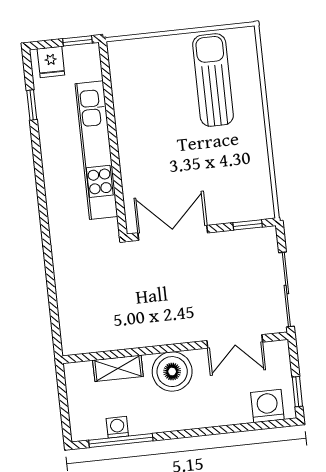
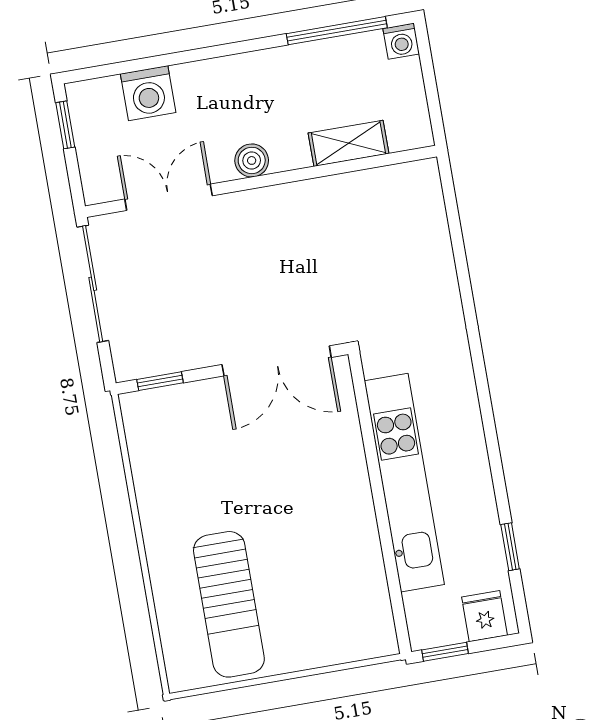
boiler: (172, 372) -> (252, 160), width x0.54, depth x0.54
washing machine: (267, 406) -> (148, 93), moved
washing machine: (117, 427) -> (401, 41), moved

